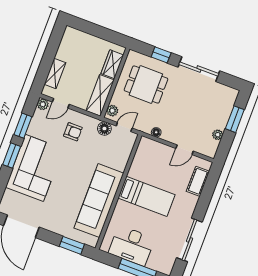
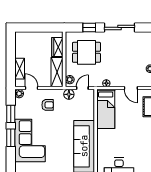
door: (61, 103) -> (32, 88), swing flipped
door: (185, 150) -> (131, 88), hinge flipped
bed: (147, 196) -> (106, 109), moved, turned 90

